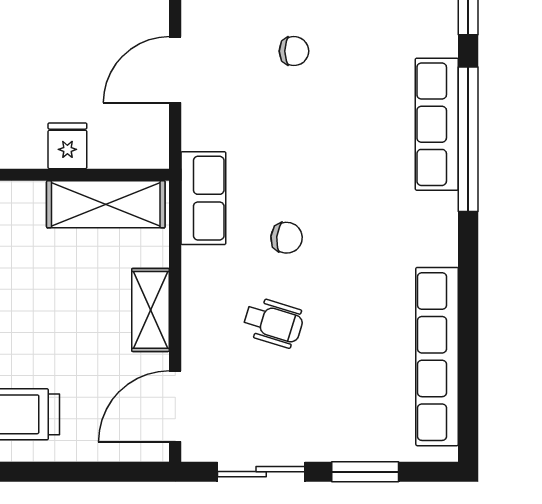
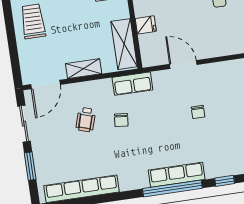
door: (175, 406) -> (46, 85), swing flipped

